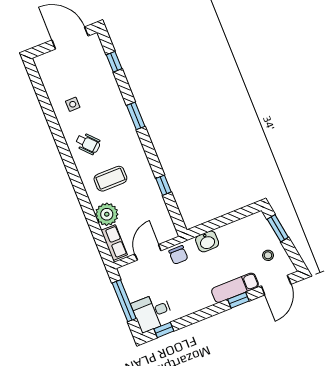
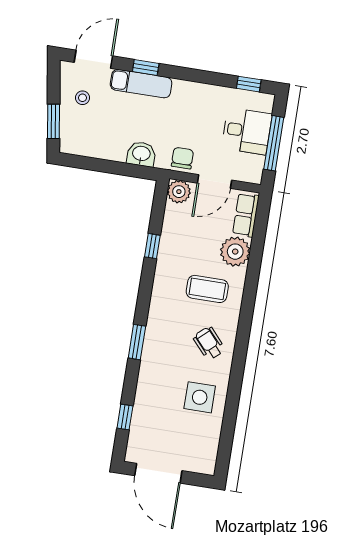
side table: (73, 104) -> (200, 397), width x1.87, depth x1.87
plant: (168, 232) -> (179, 192), added
desk: (152, 312) -> (247, 131), moved

